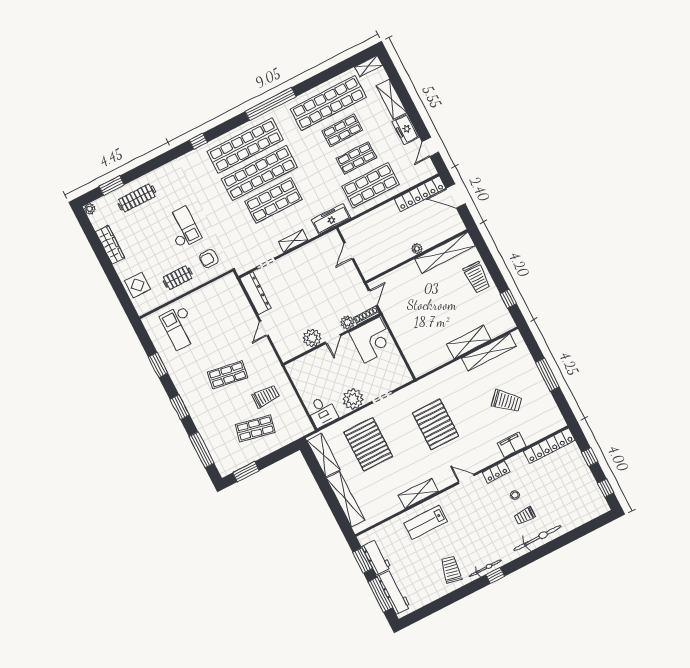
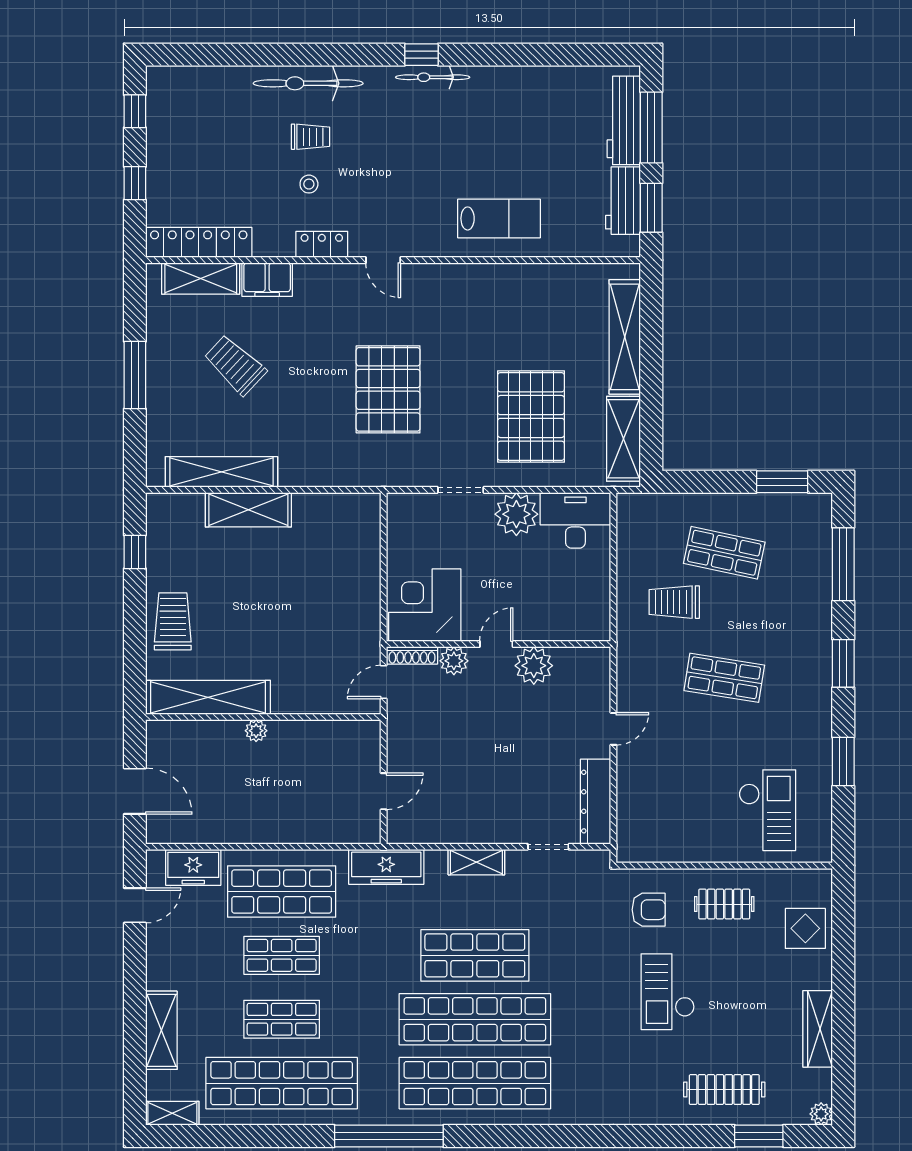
freezer: (406, 129) -> (193, 867), moved, turned 90
window: (198, 141) -> (557, 1136), removed
locker: (420, 194) -> (198, 829), removed
desk: (322, 412) -> (575, 520), width x1.37
shelving: (418, 493) -> (201, 278), moved
trolley: (451, 570) -> (497, 107), removed

